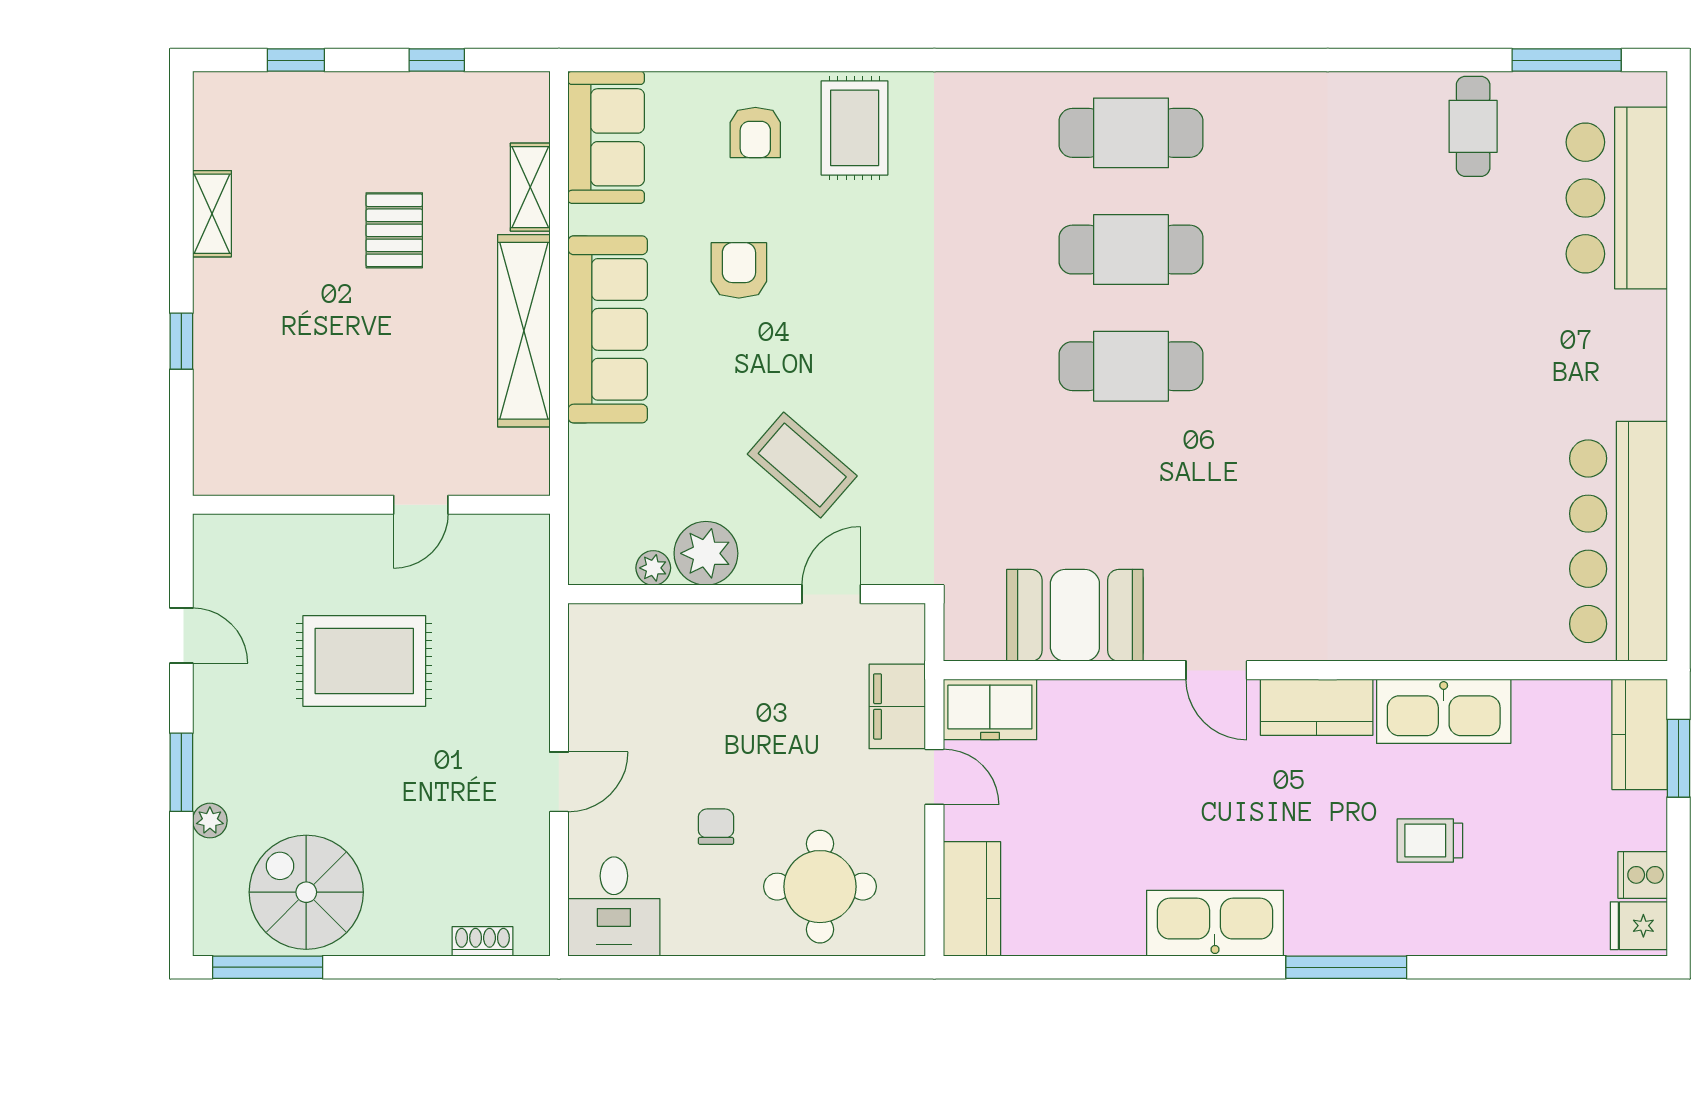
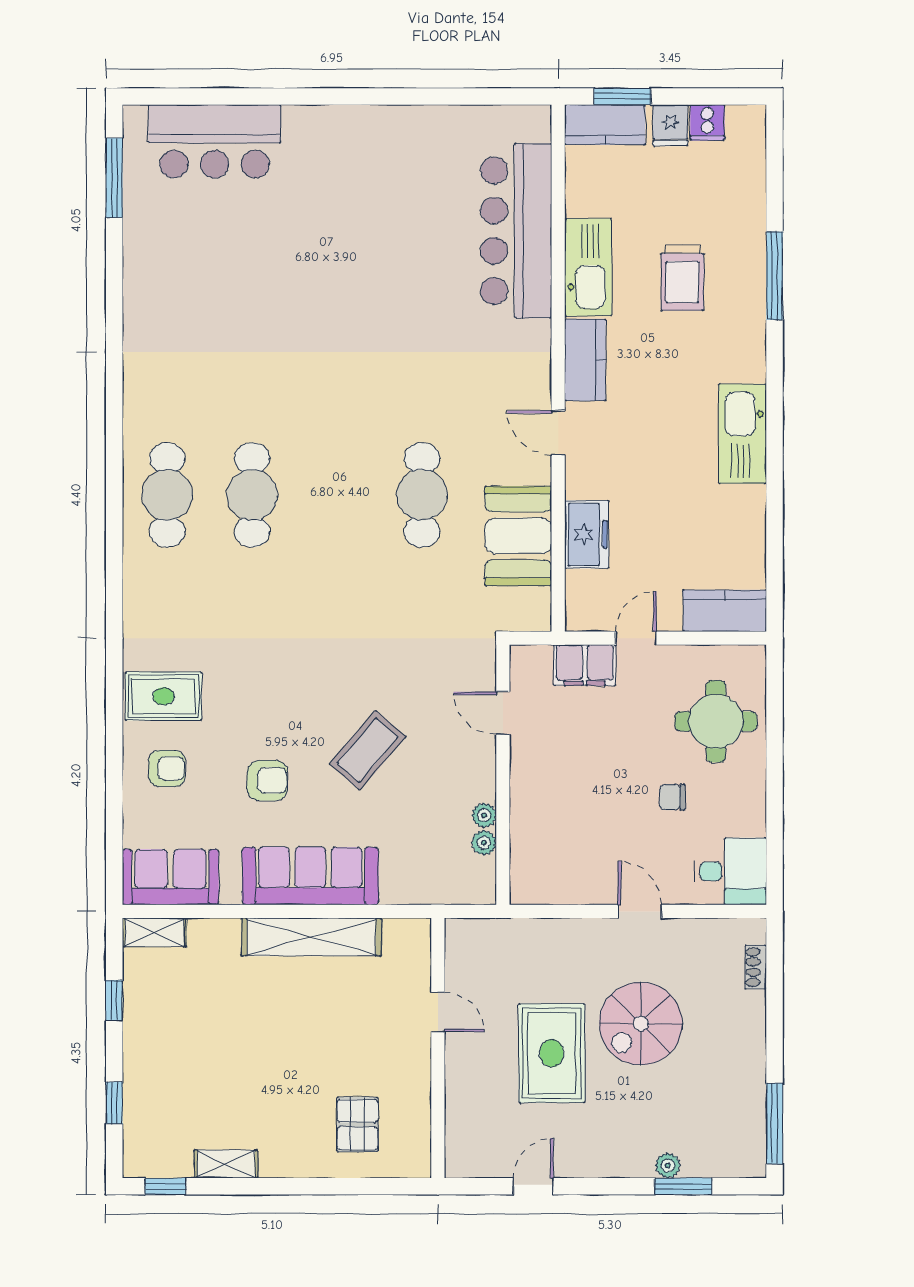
cafe table: (1473, 126) -> (162, 246), removed
shelving: (530, 187) -> (154, 932), moved
pallet: (394, 230) -> (358, 1124), moved, turned 90
armchair: (739, 270) -> (267, 780), turned 180
window: (181, 341) -> (165, 1186), moved
cafe table: (1131, 366) -> (422, 495), moved
coffee table: (802, 465) -> (368, 750), moved
bar counter: (1618, 541) -> (516, 231), moved, turned 90
plant: (706, 553) -> (484, 815), width x0.53, depth x0.53
door: (1216, 670) -> (558, 433), swing flipped
freezer: (990, 709) -> (587, 534), moved
window: (181, 772) -> (683, 1186), moved
trolley: (1430, 840) -> (682, 277), width x1.36, depth x1.39
spiral stairs: (306, 892) -> (641, 1024), moved
fridge: (1639, 926) -> (670, 125), moved
window: (1346, 967) -> (775, 276), moved

